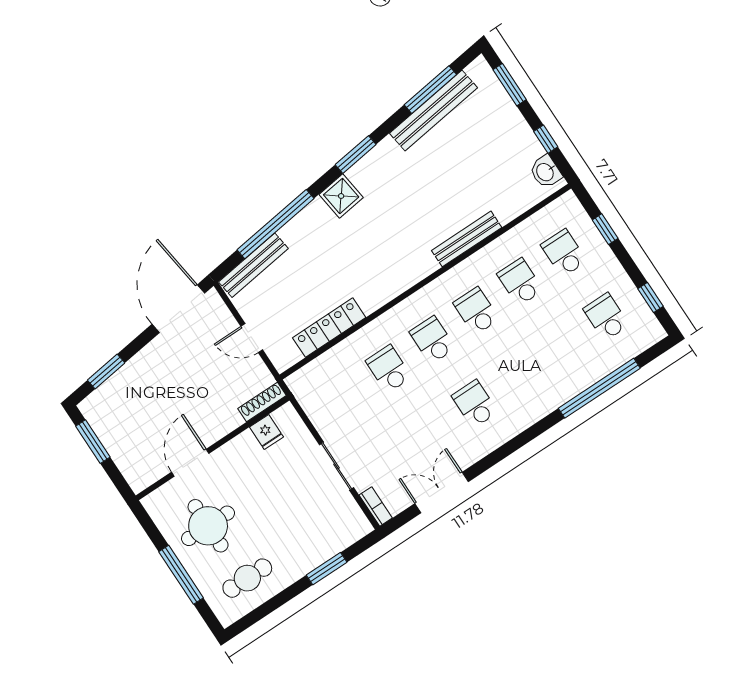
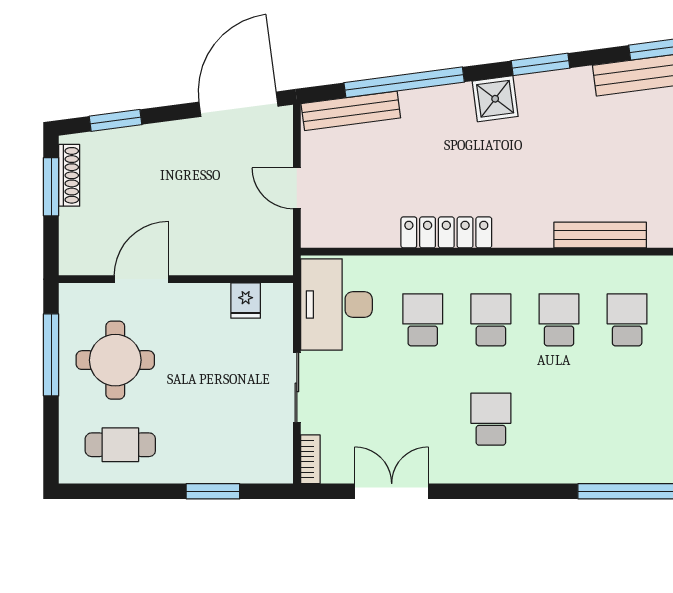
locker: (329, 328) -> (446, 232), moved
desk: (327, 396) -> (336, 304), added
shoe rack: (262, 402) -> (69, 175), moved, turned 90
window: (181, 575) -> (51, 355), moved

